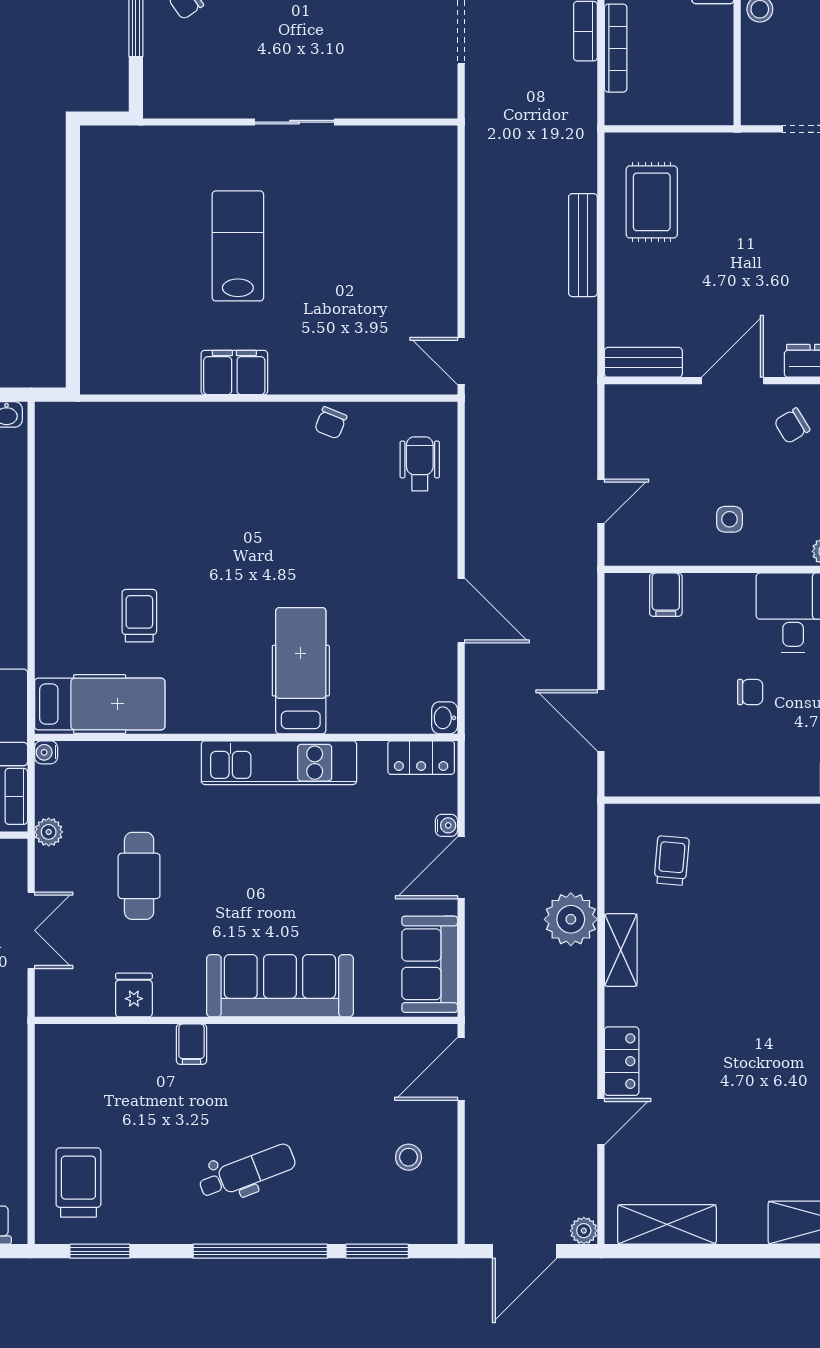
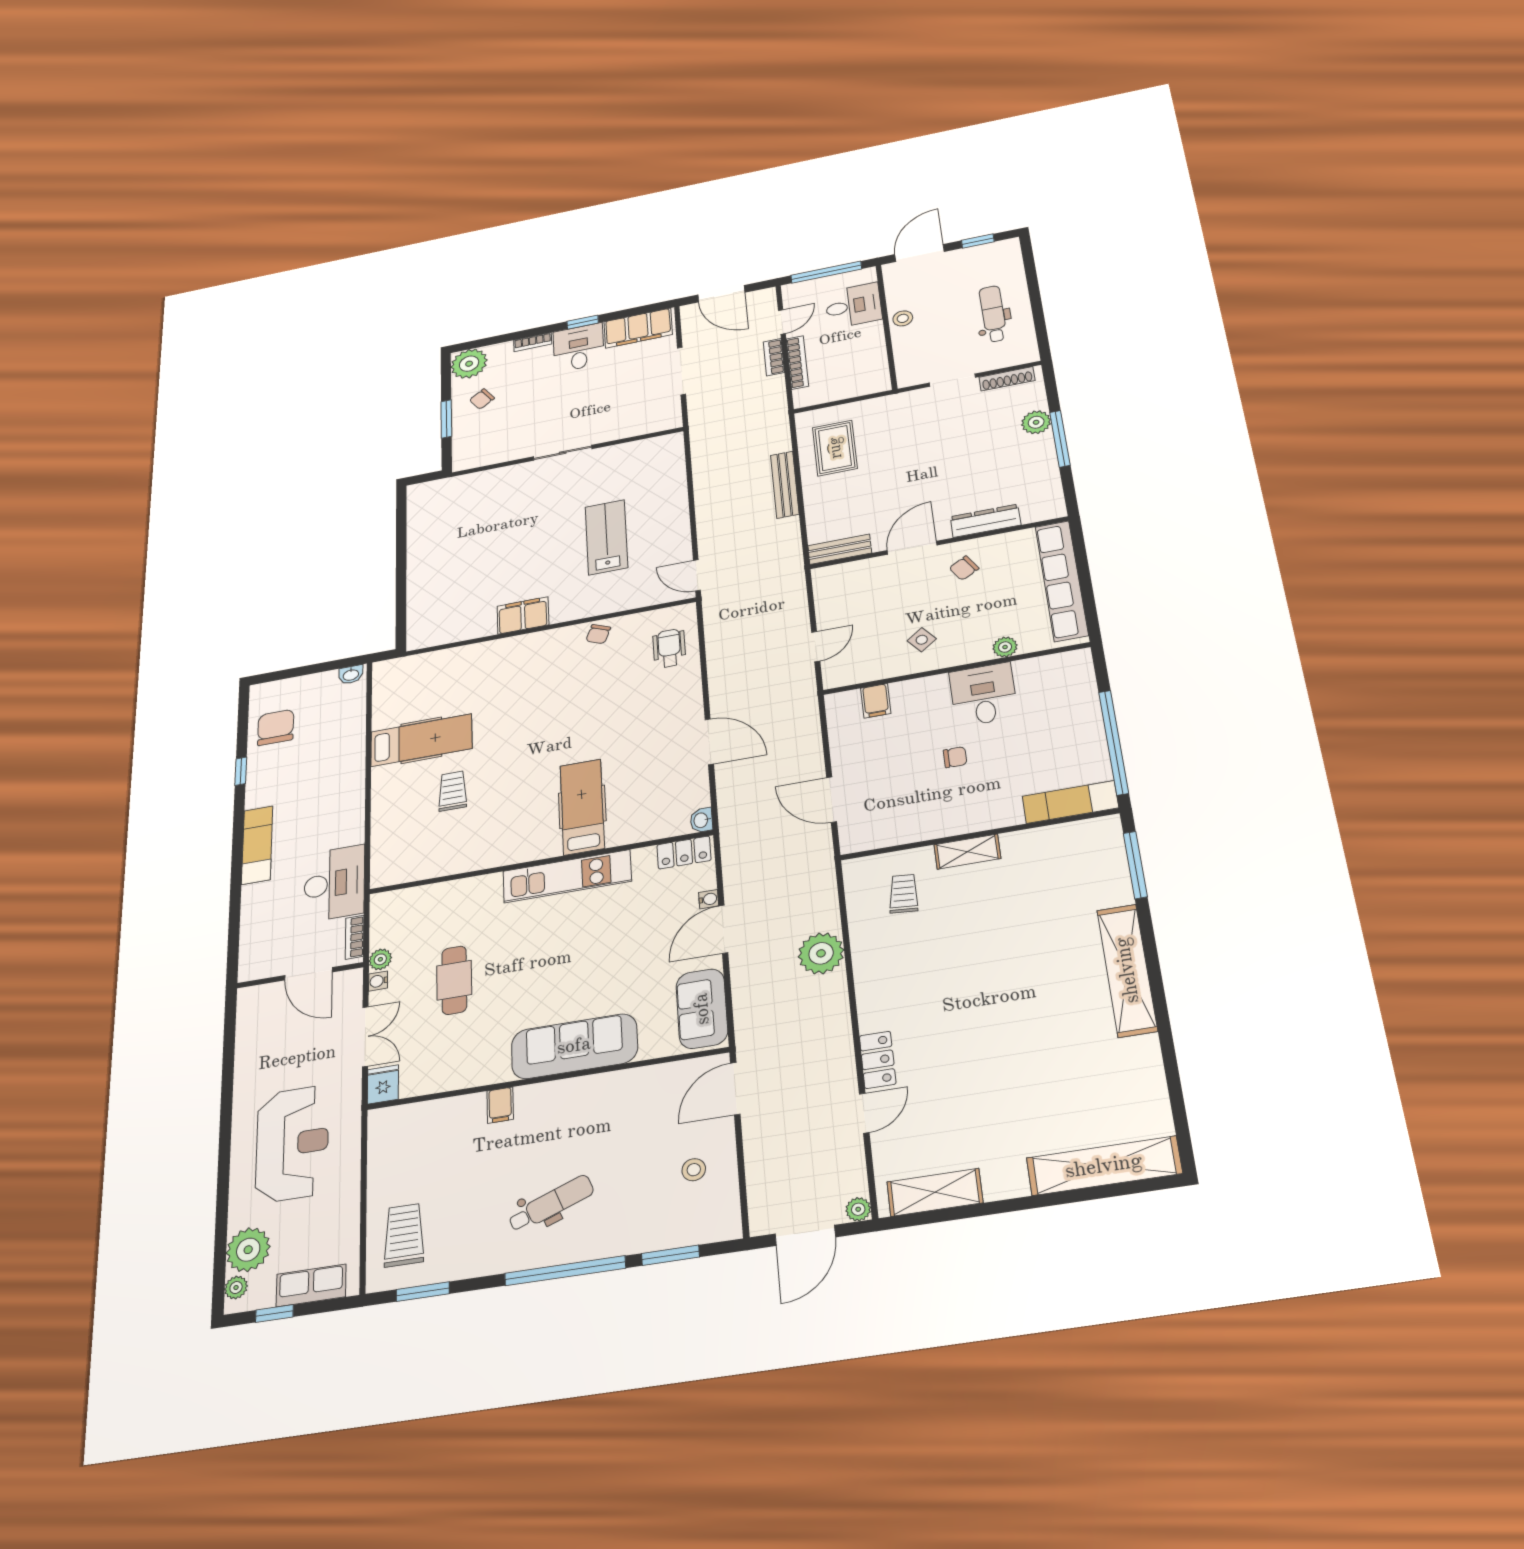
lab bench: (238, 246) -> (606, 537), moved
side table: (730, 519) -> (922, 640), turned -38
hospital bed: (100, 704) -> (421, 740), moved
water cooler: (46, 752) -> (378, 981), moved
shelving: (621, 950) -> (967, 852), moved, turned 90
fridge: (134, 995) -> (383, 1084), moved

